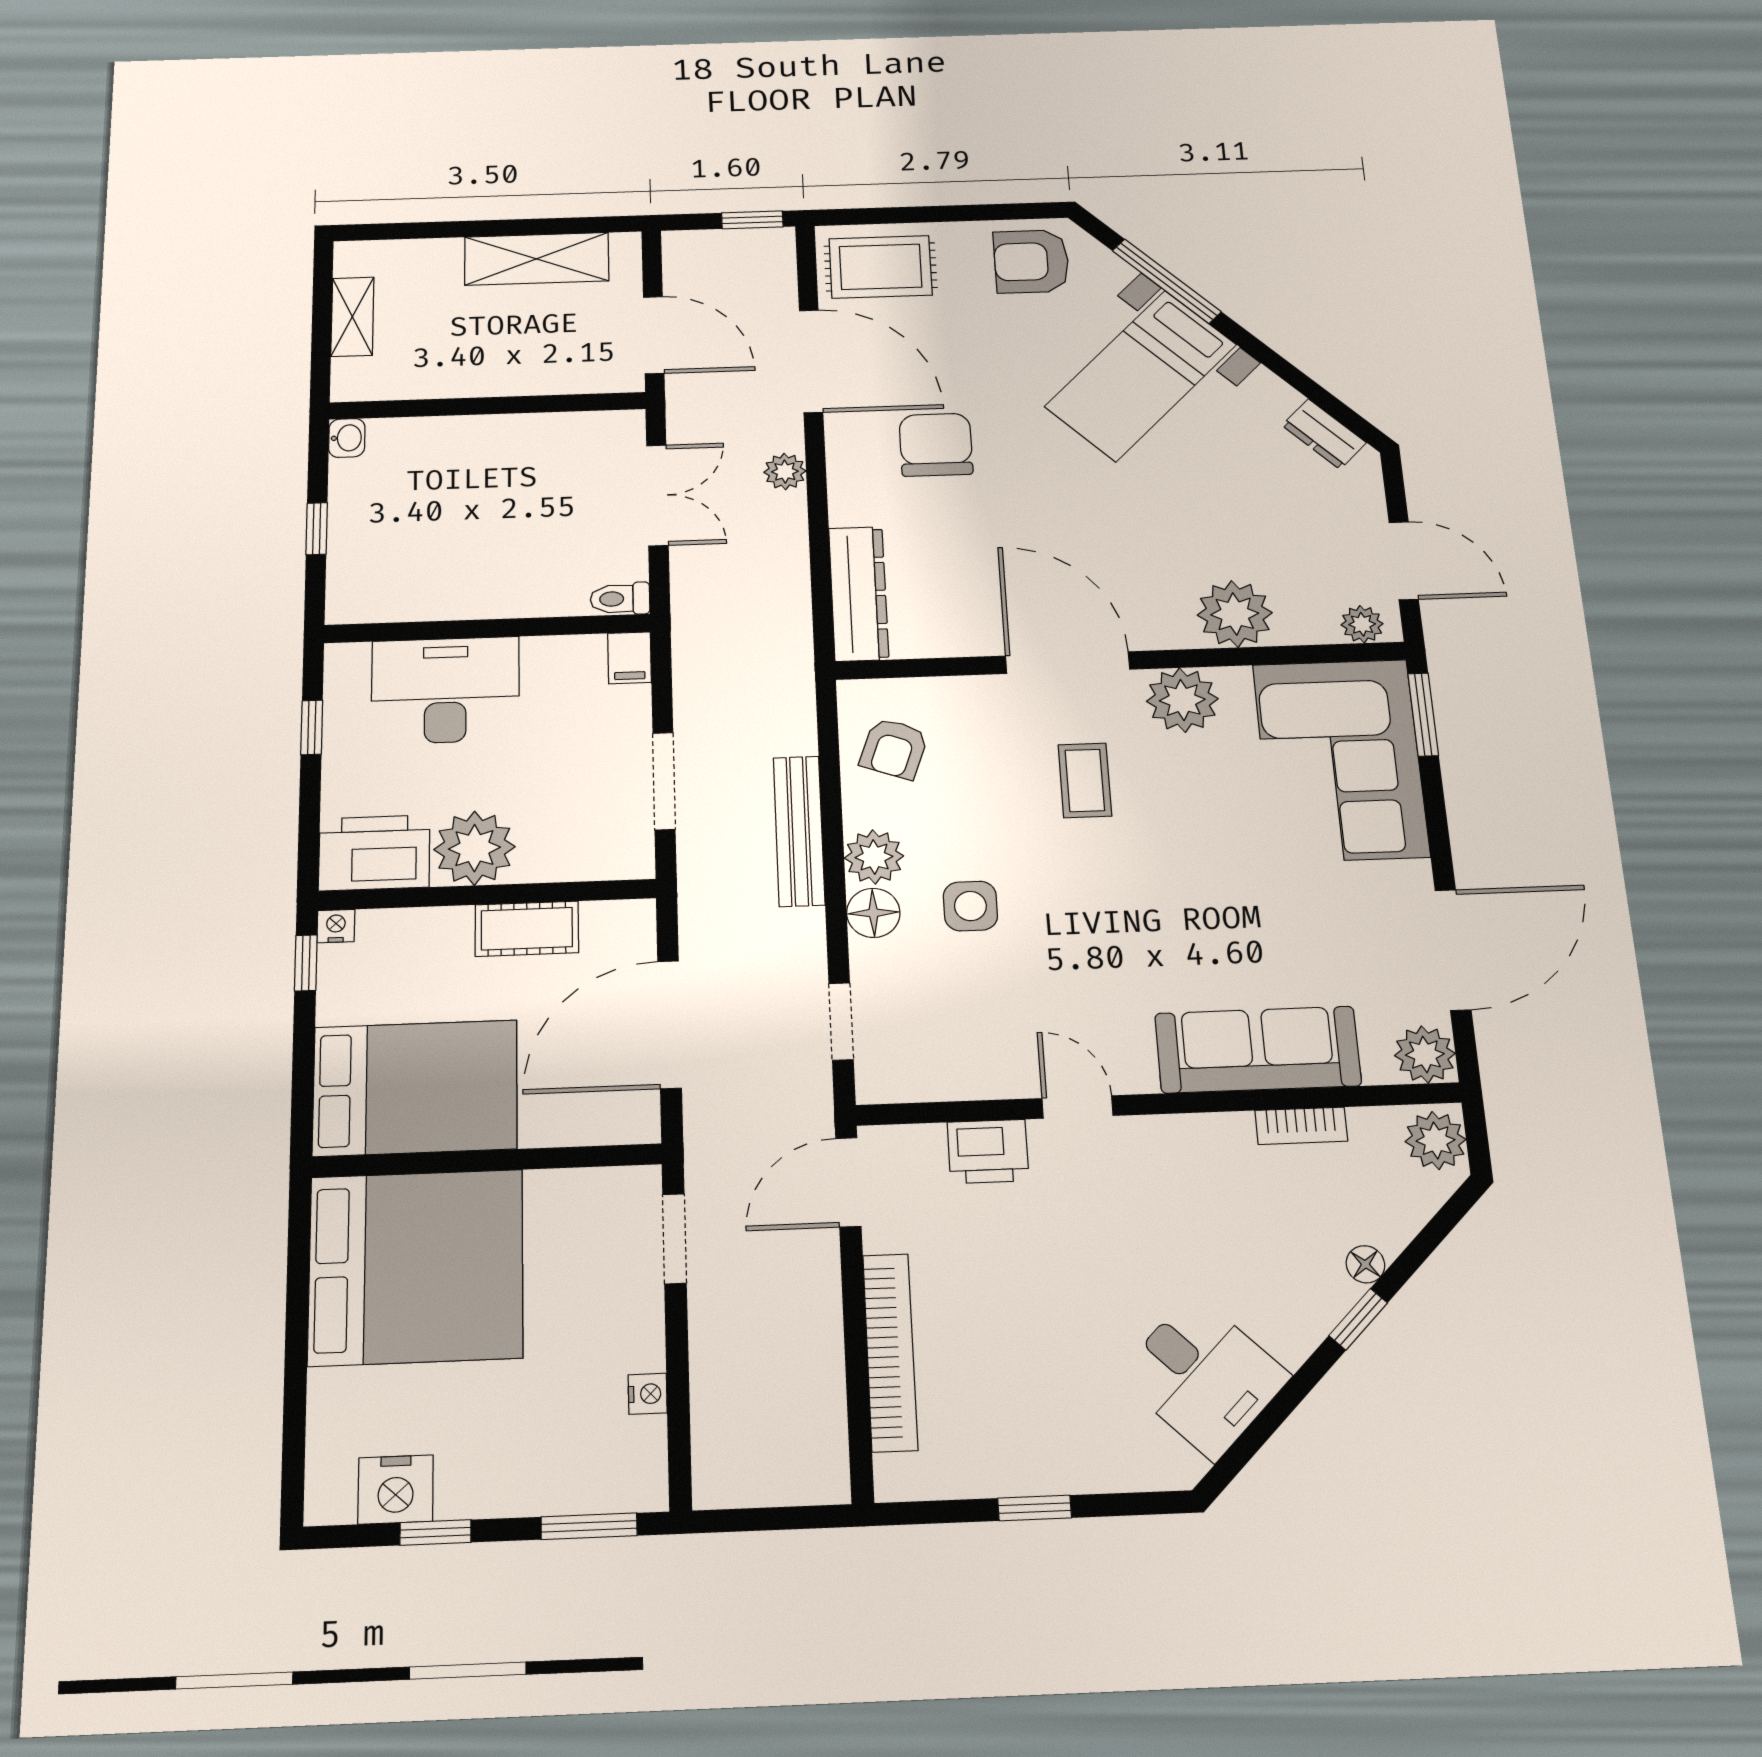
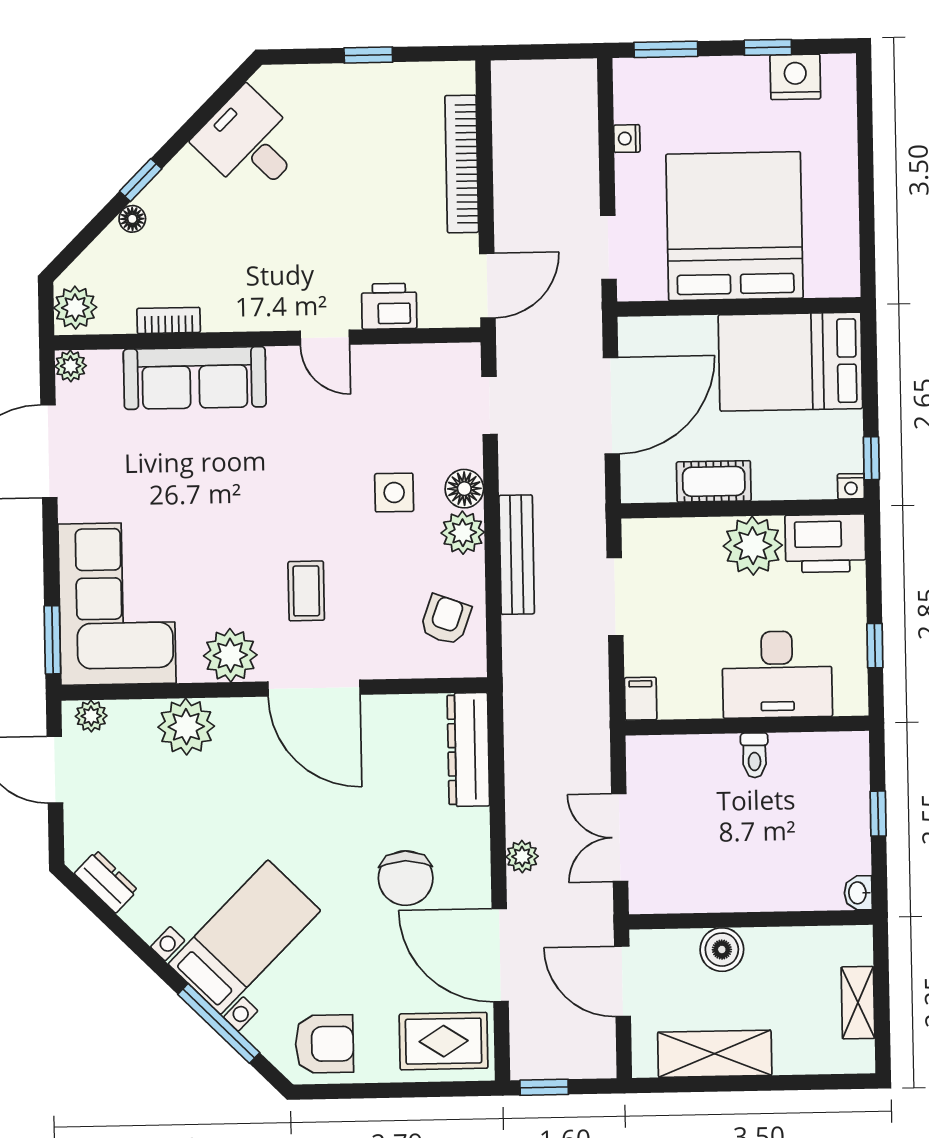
boiler: (526, 372) -> (722, 950), added
toilet: (620, 599) -> (754, 755), moved, turned 90
plant: (1425, 1054) -> (71, 366), width x0.73, depth x0.73
bed: (416, 1267) -> (735, 226), moved, turned 90

